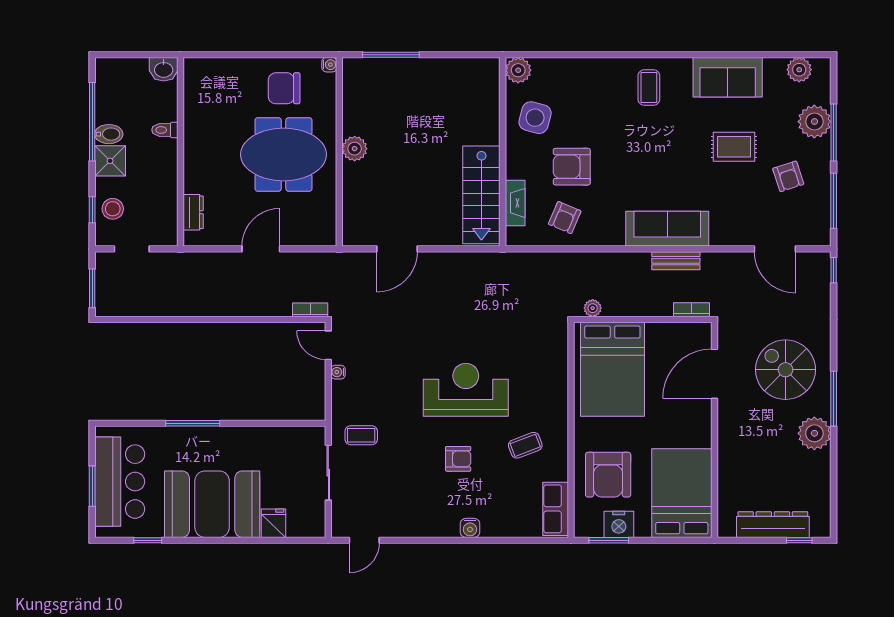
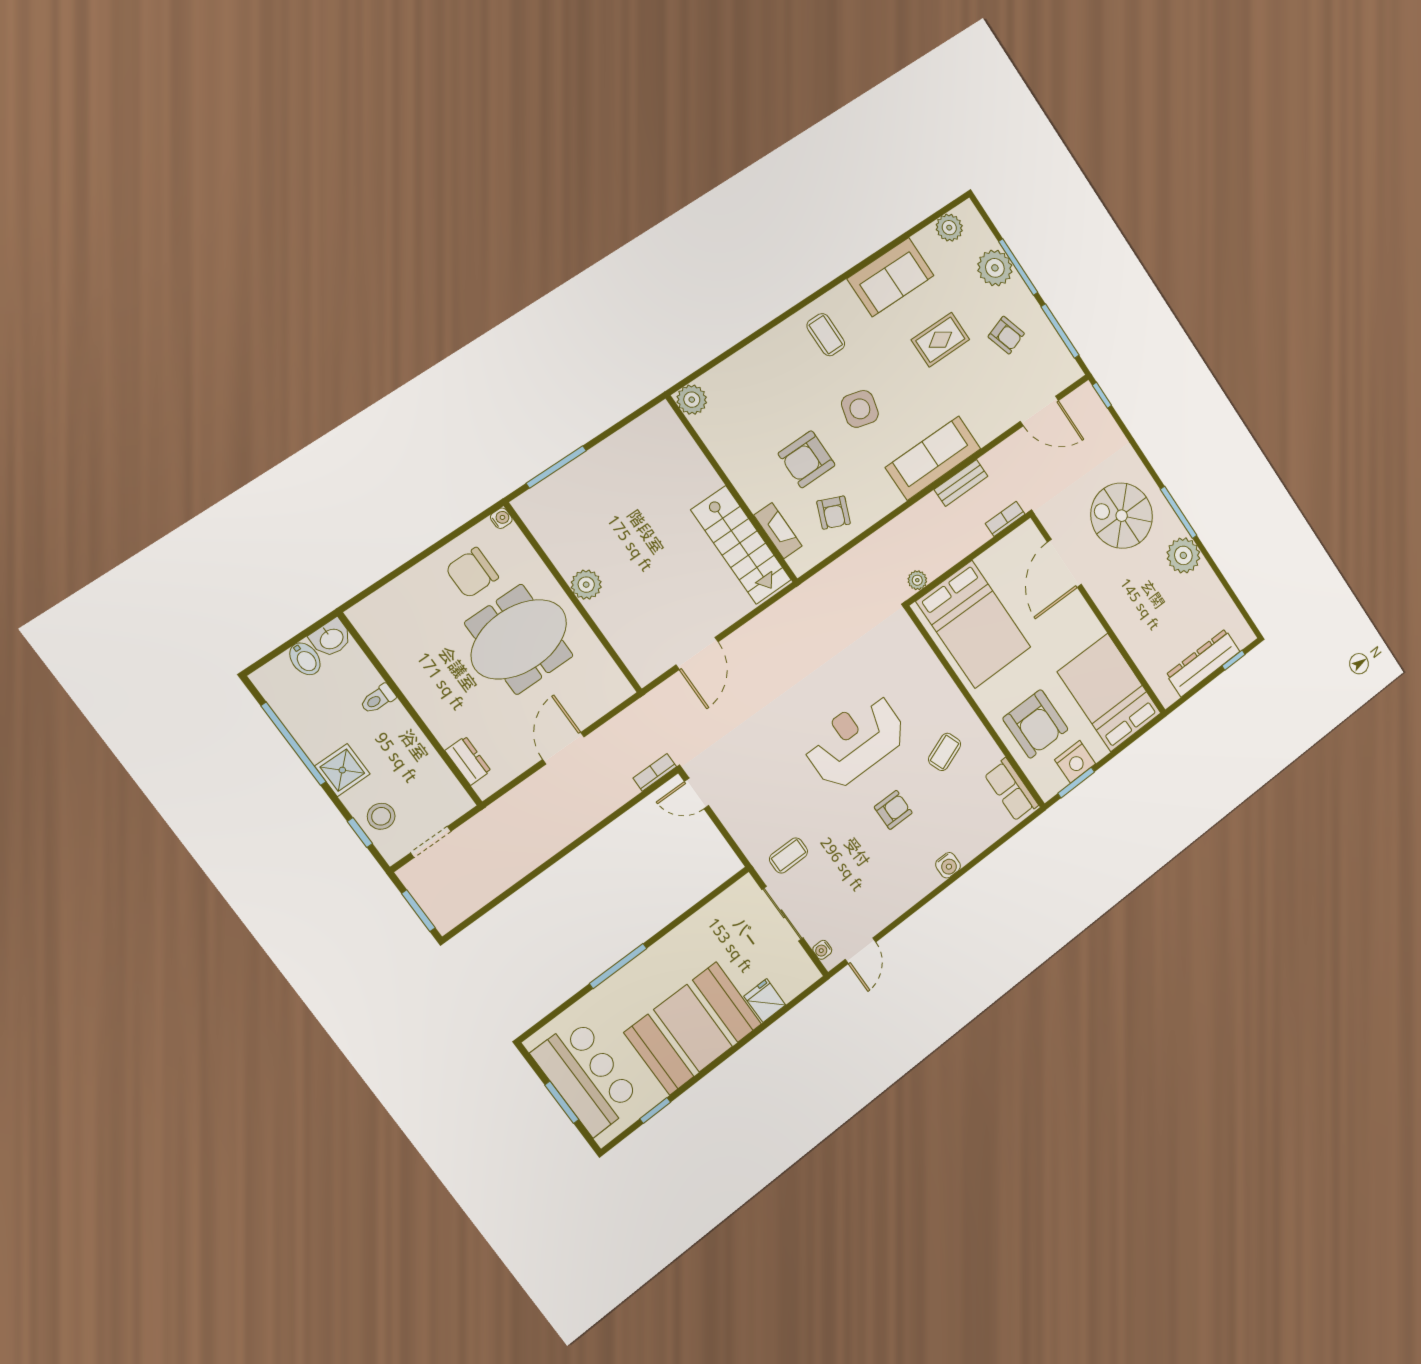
side table: (535, 118) -> (860, 409), moved
bidet: (109, 134) -> (305, 659), moved, turned 90
water cooler: (338, 372) -> (822, 950), moved

